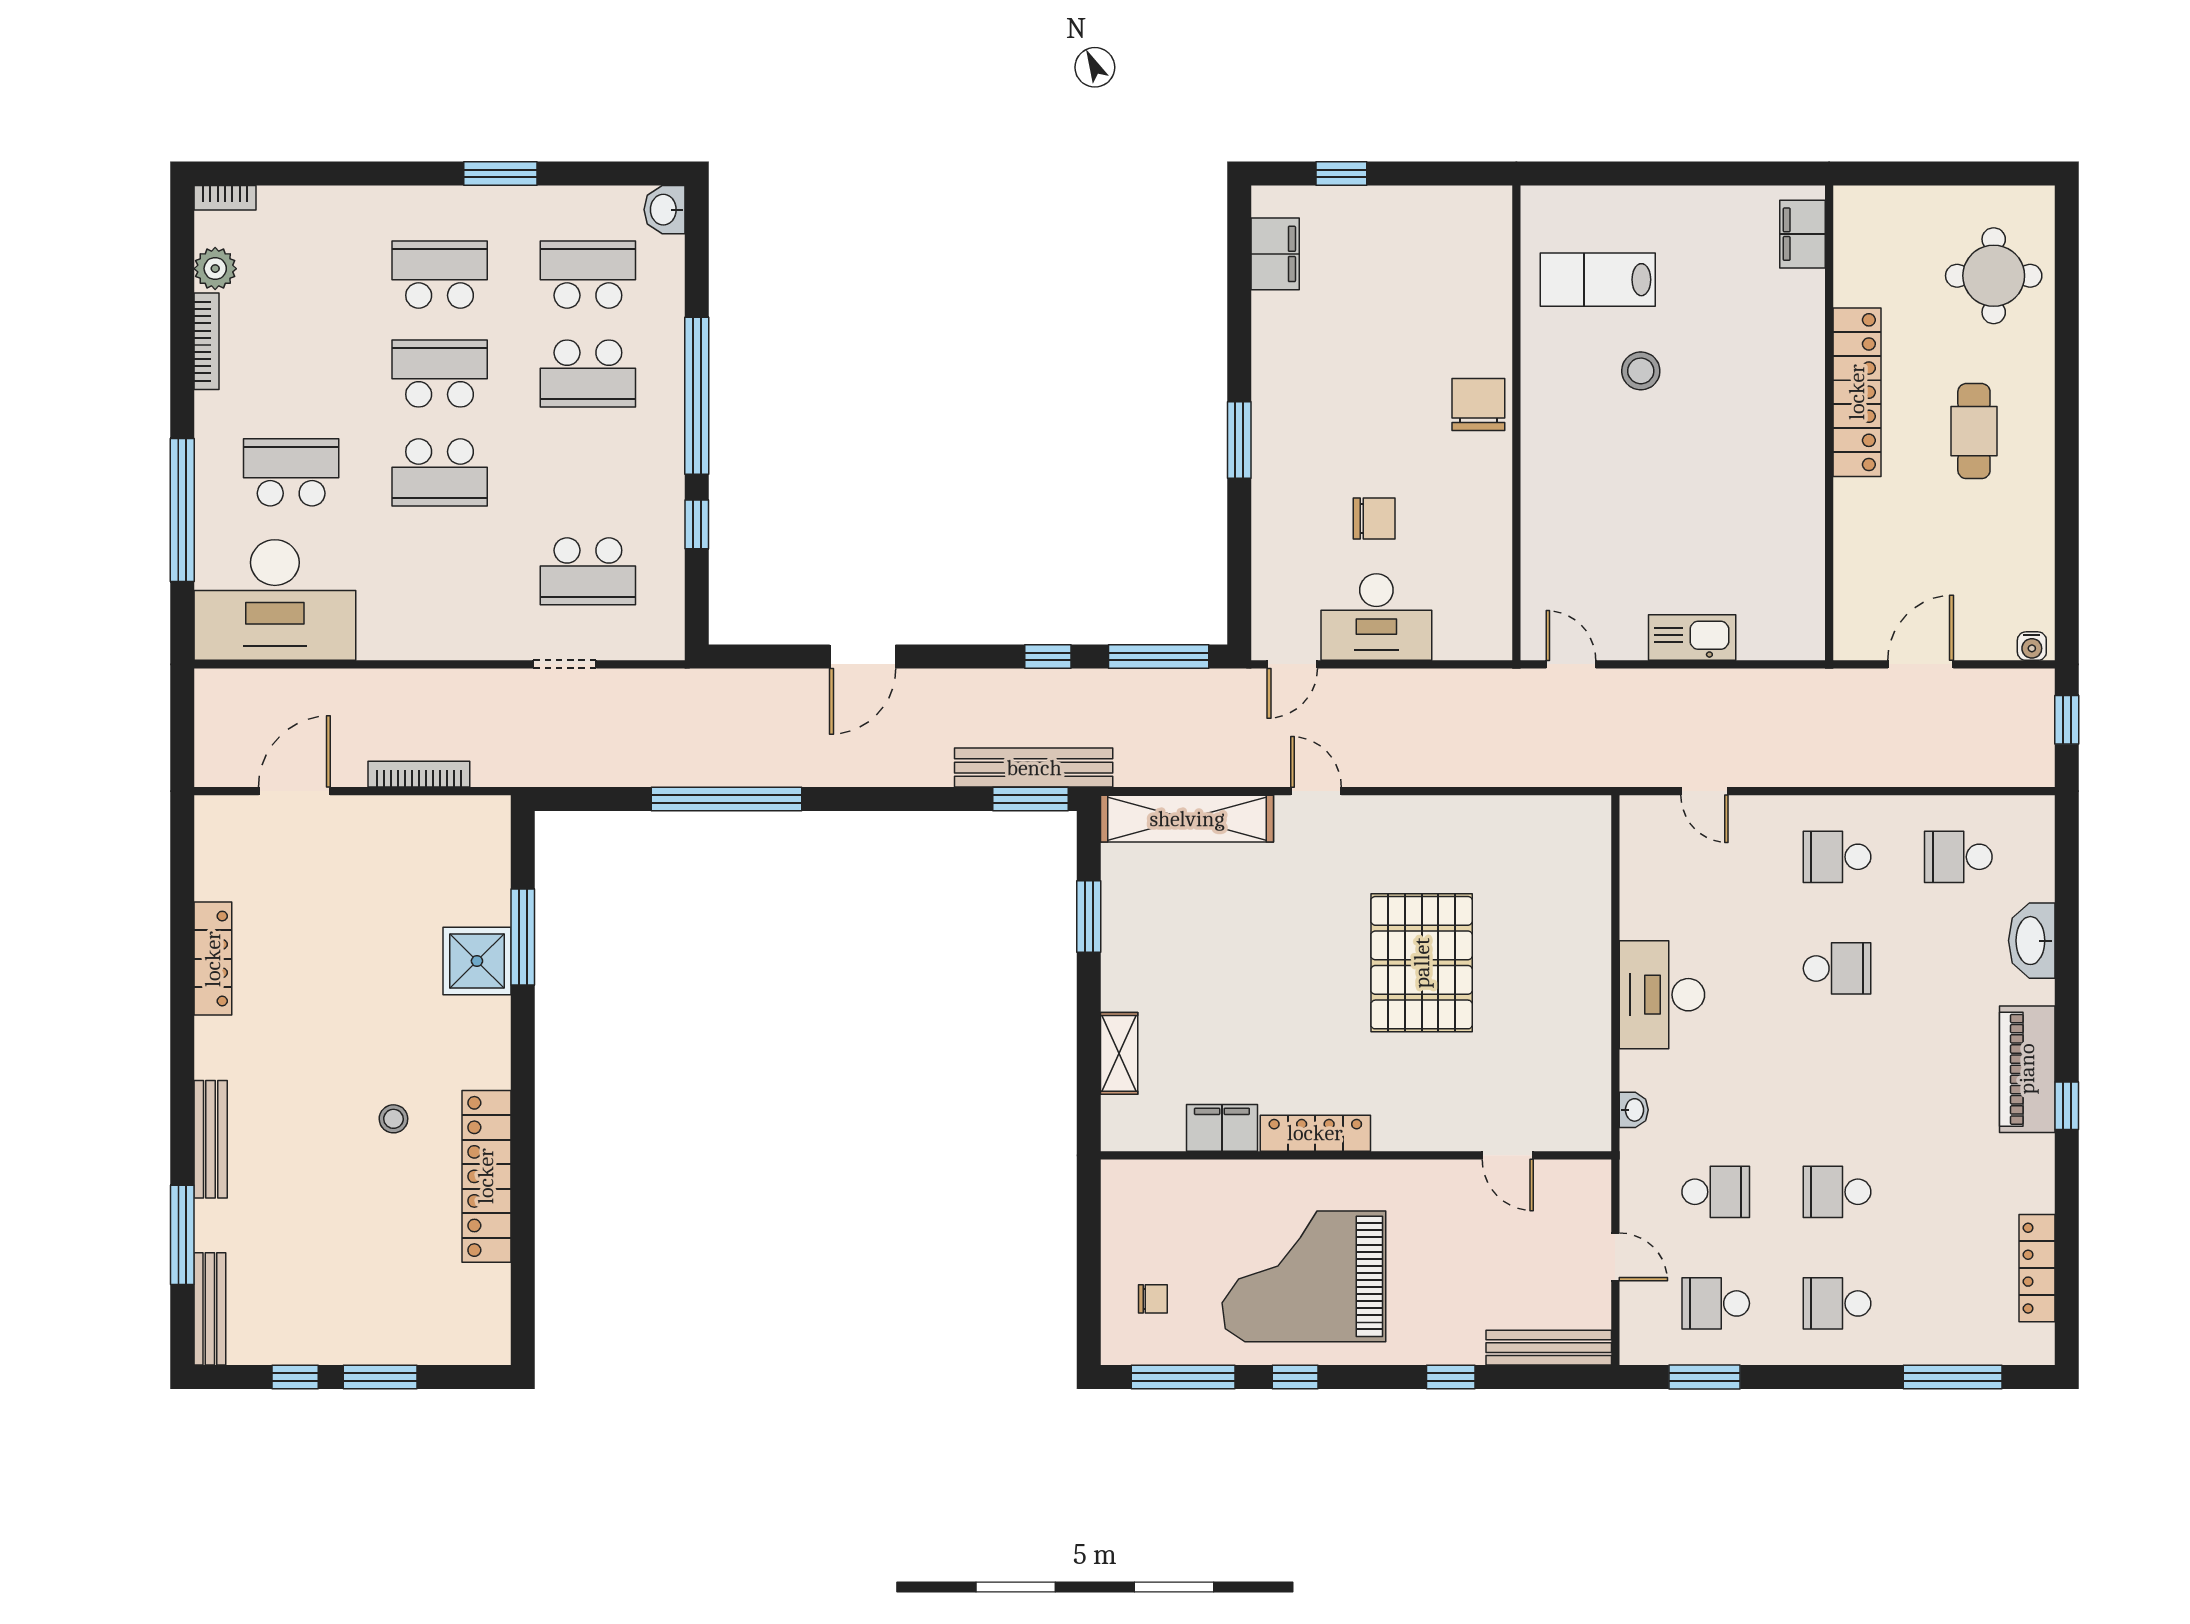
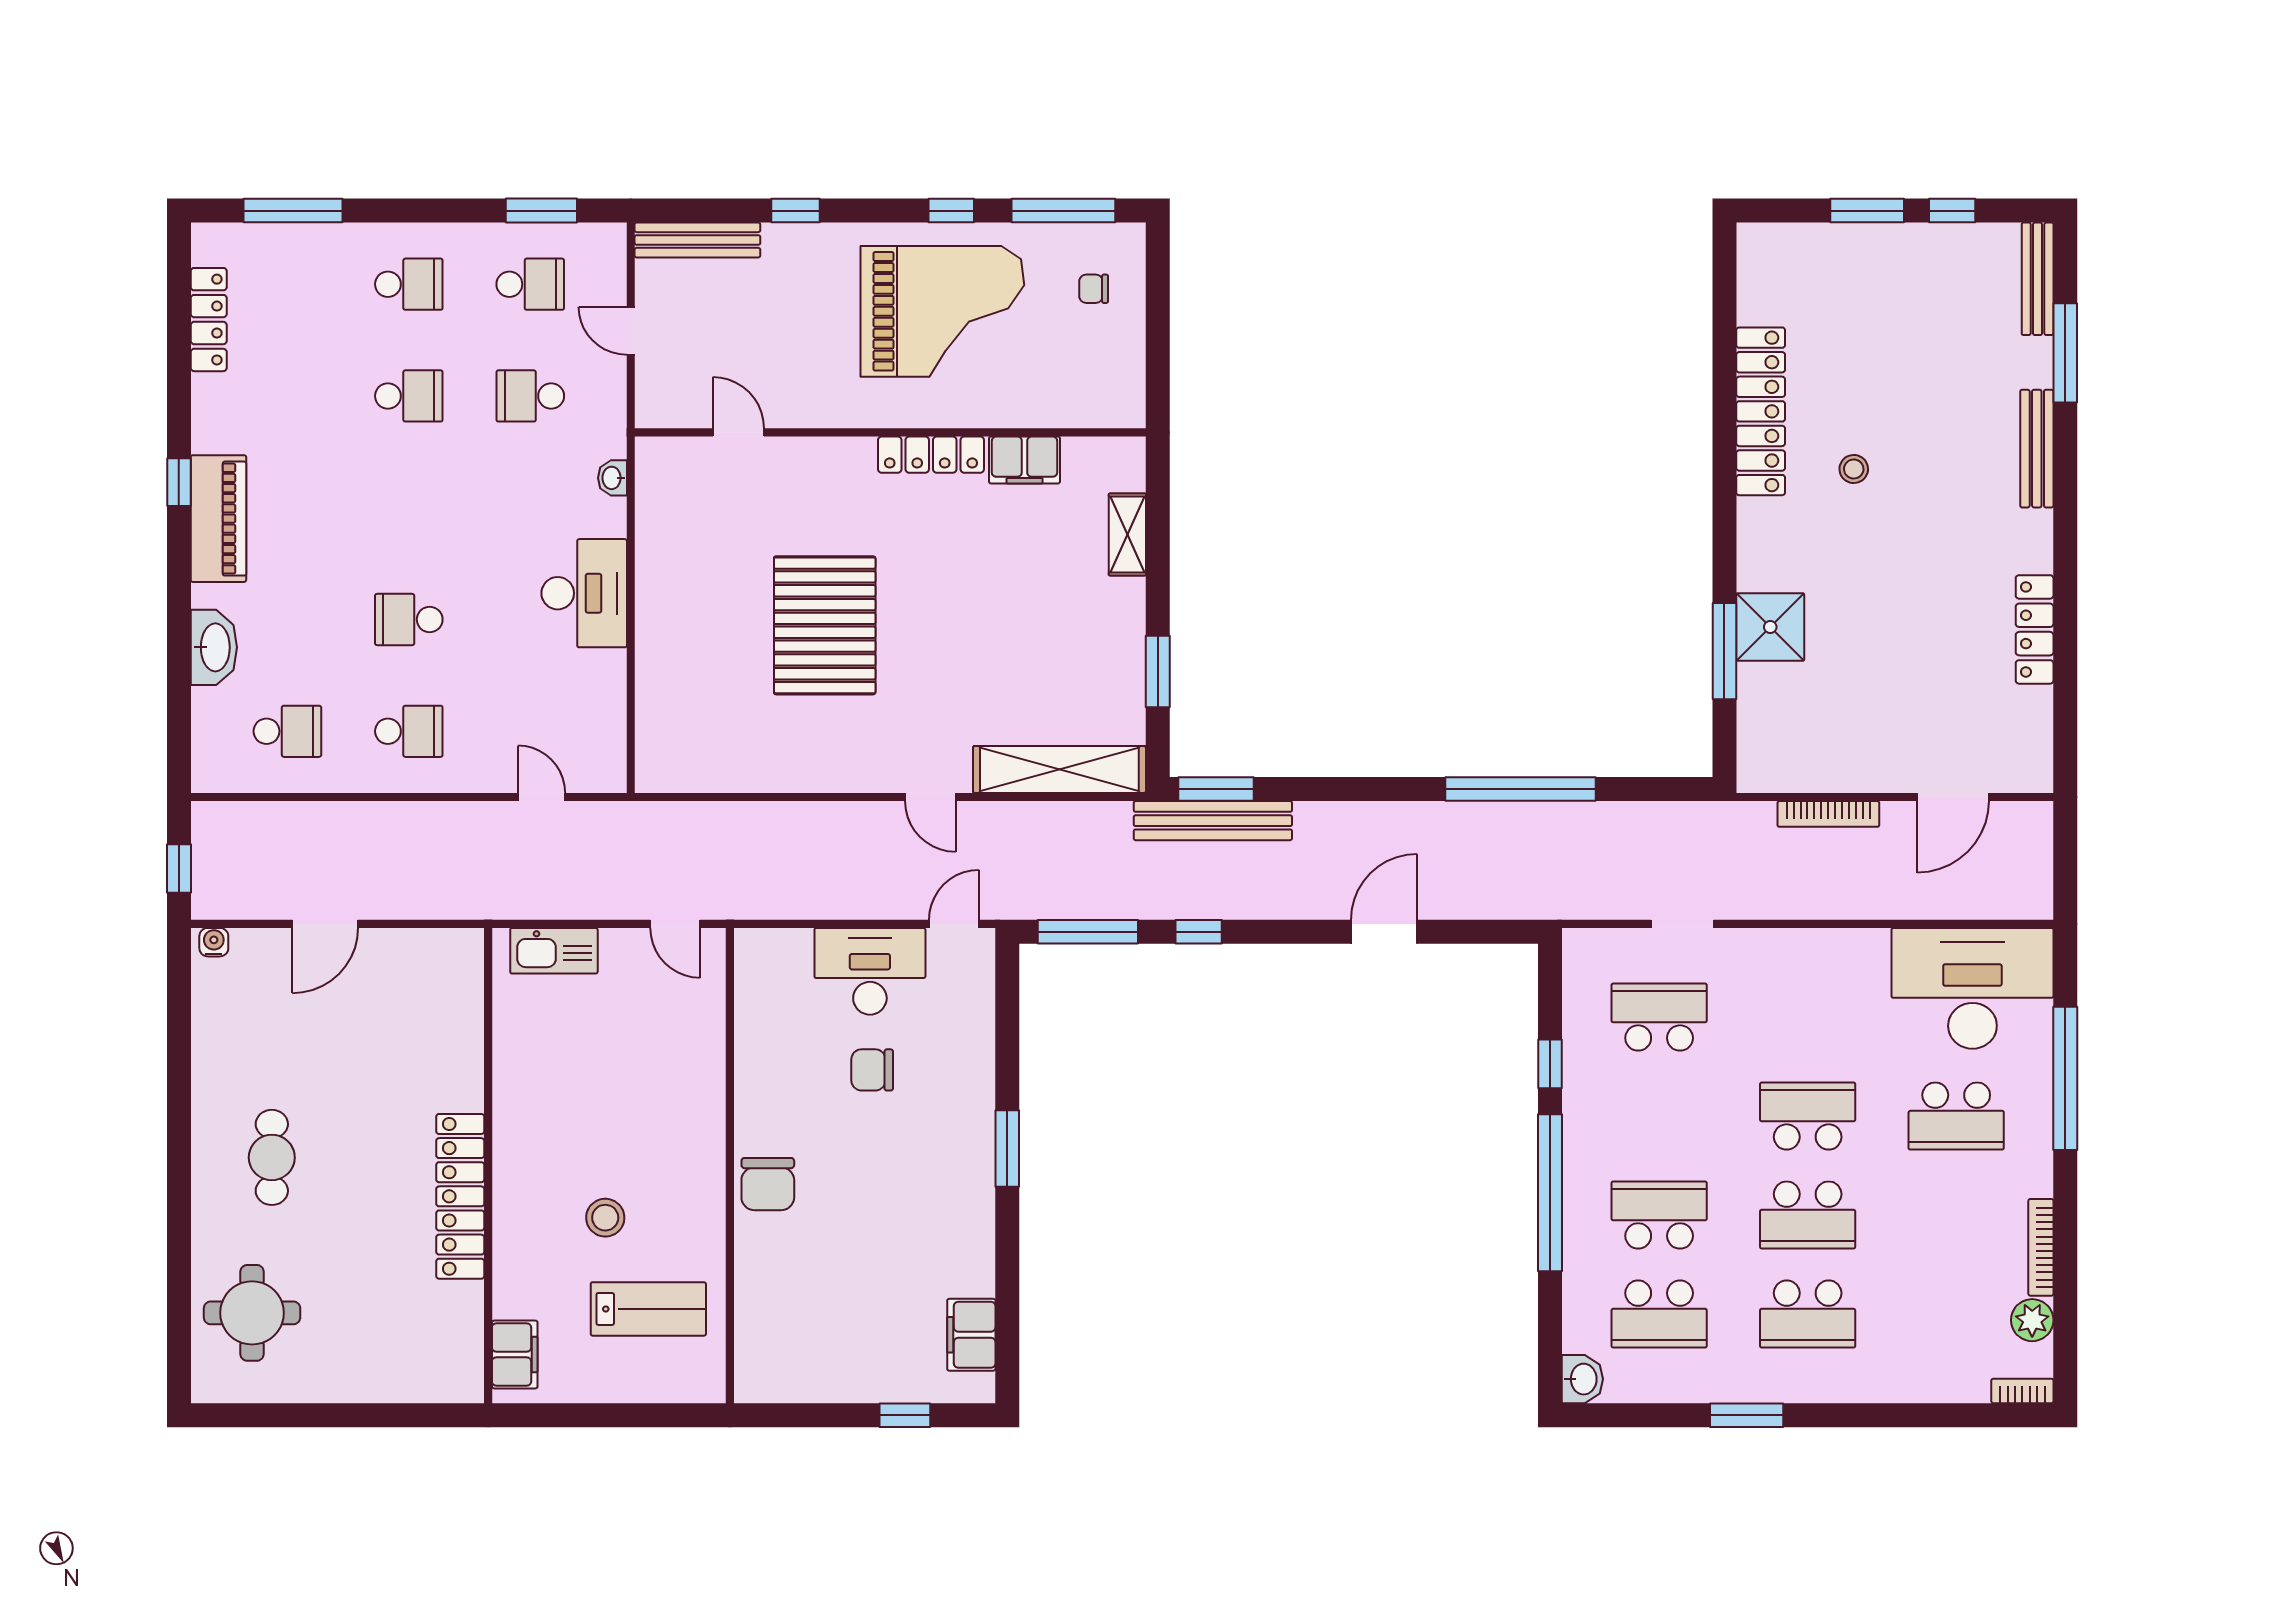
filing cabinet: (1803, 234) -> (515, 1355), moved
locker: (1857, 392) -> (460, 1196), moved
wall: (1829, 423) -> (488, 1166), moved

